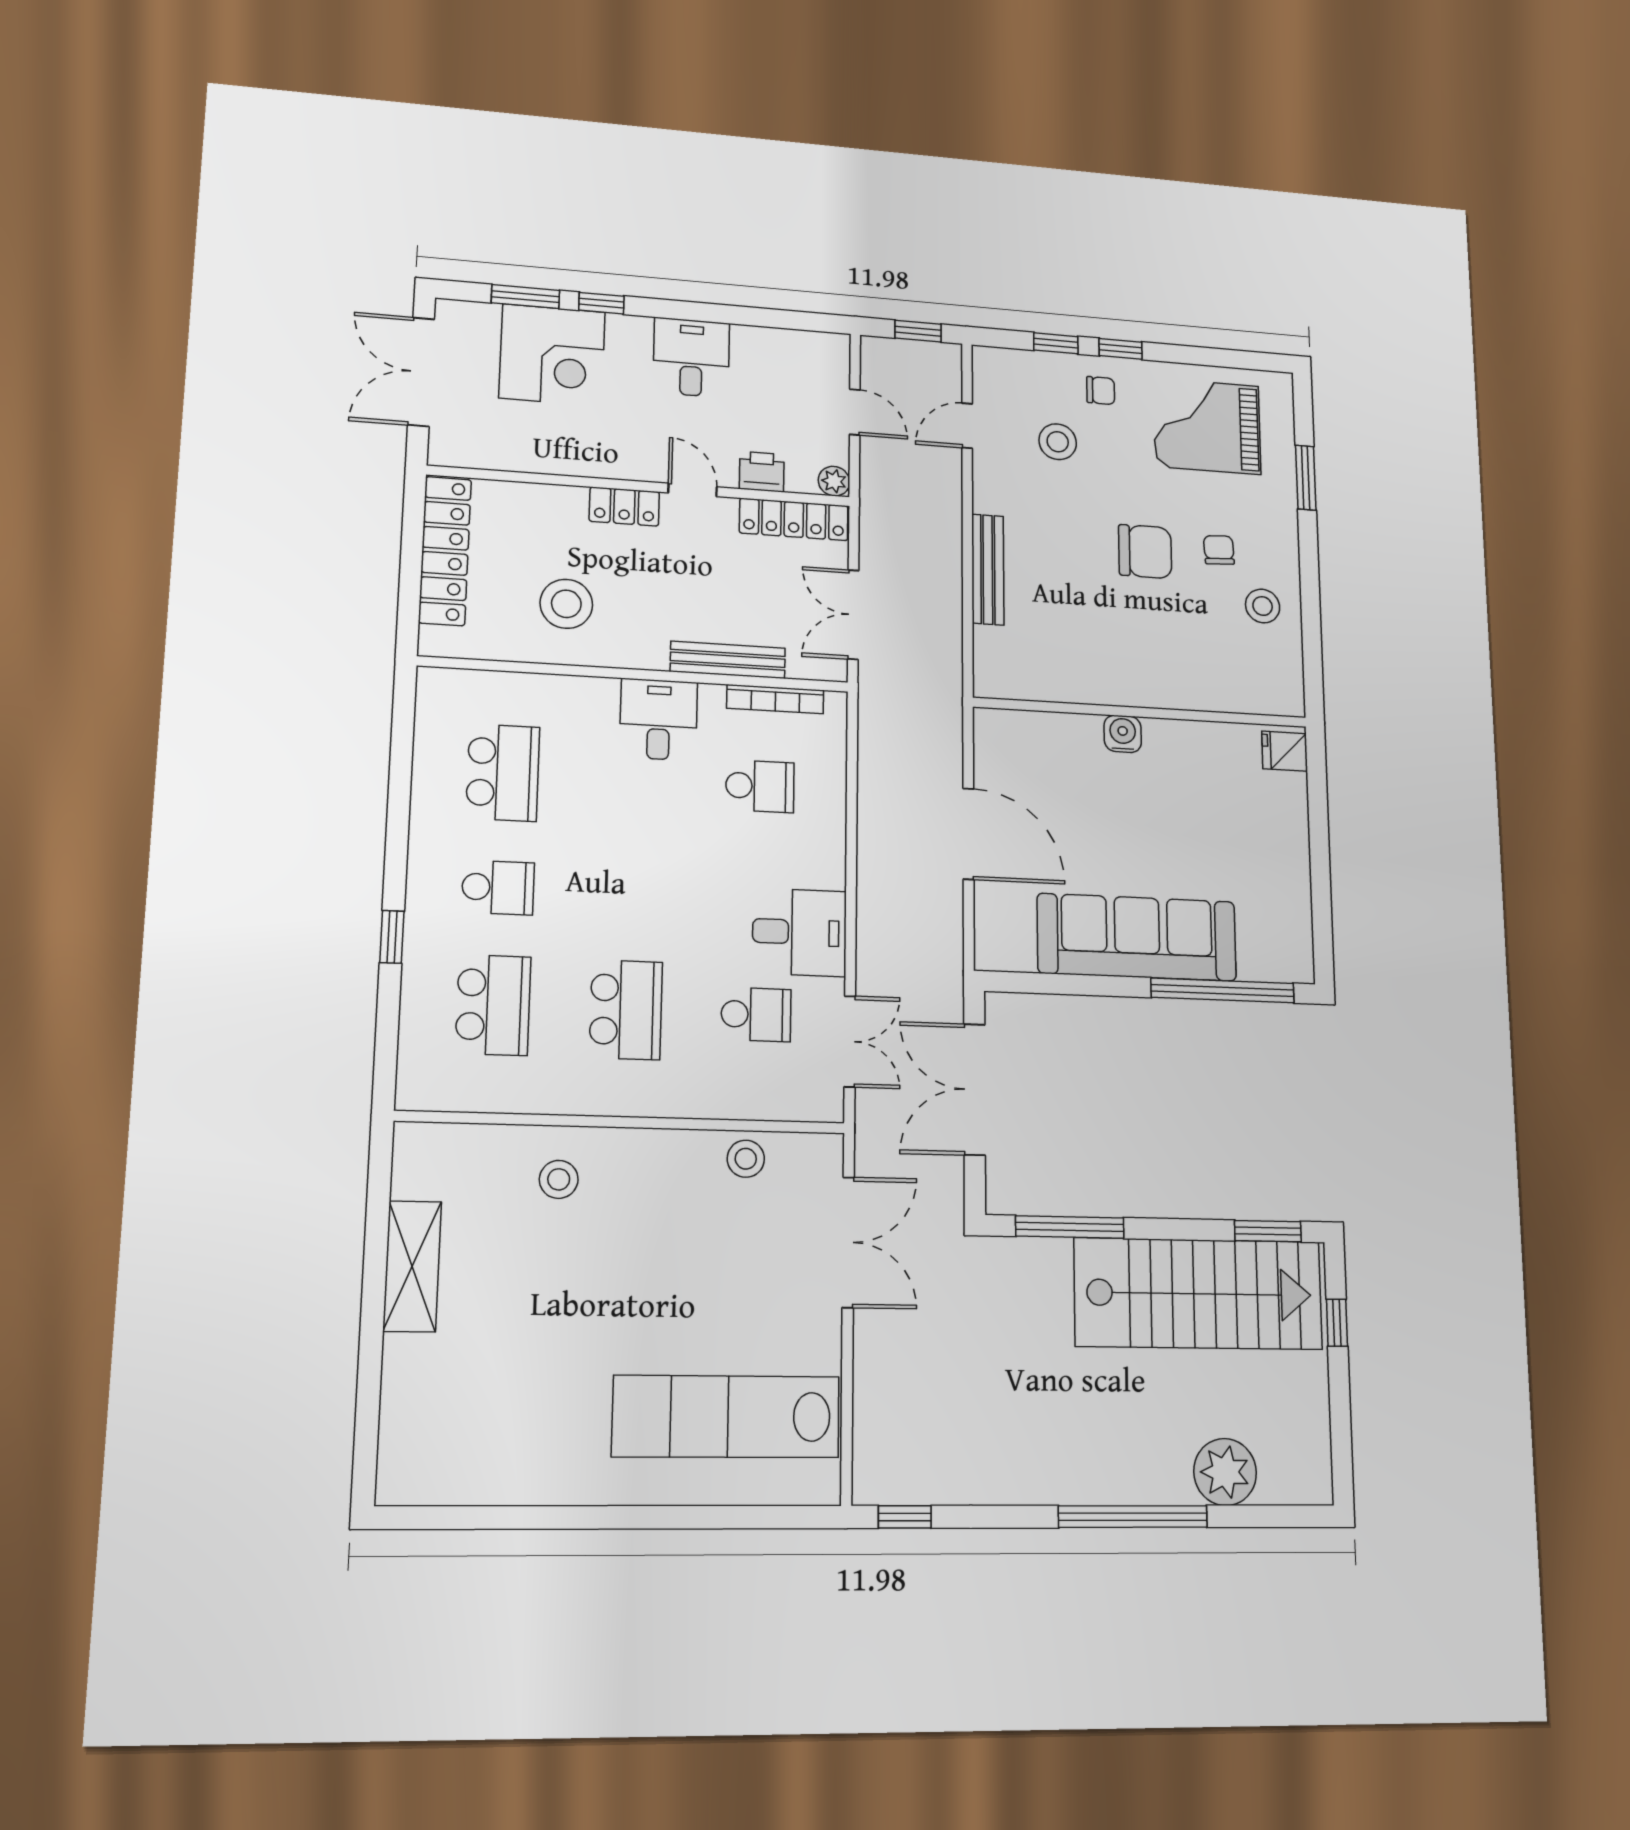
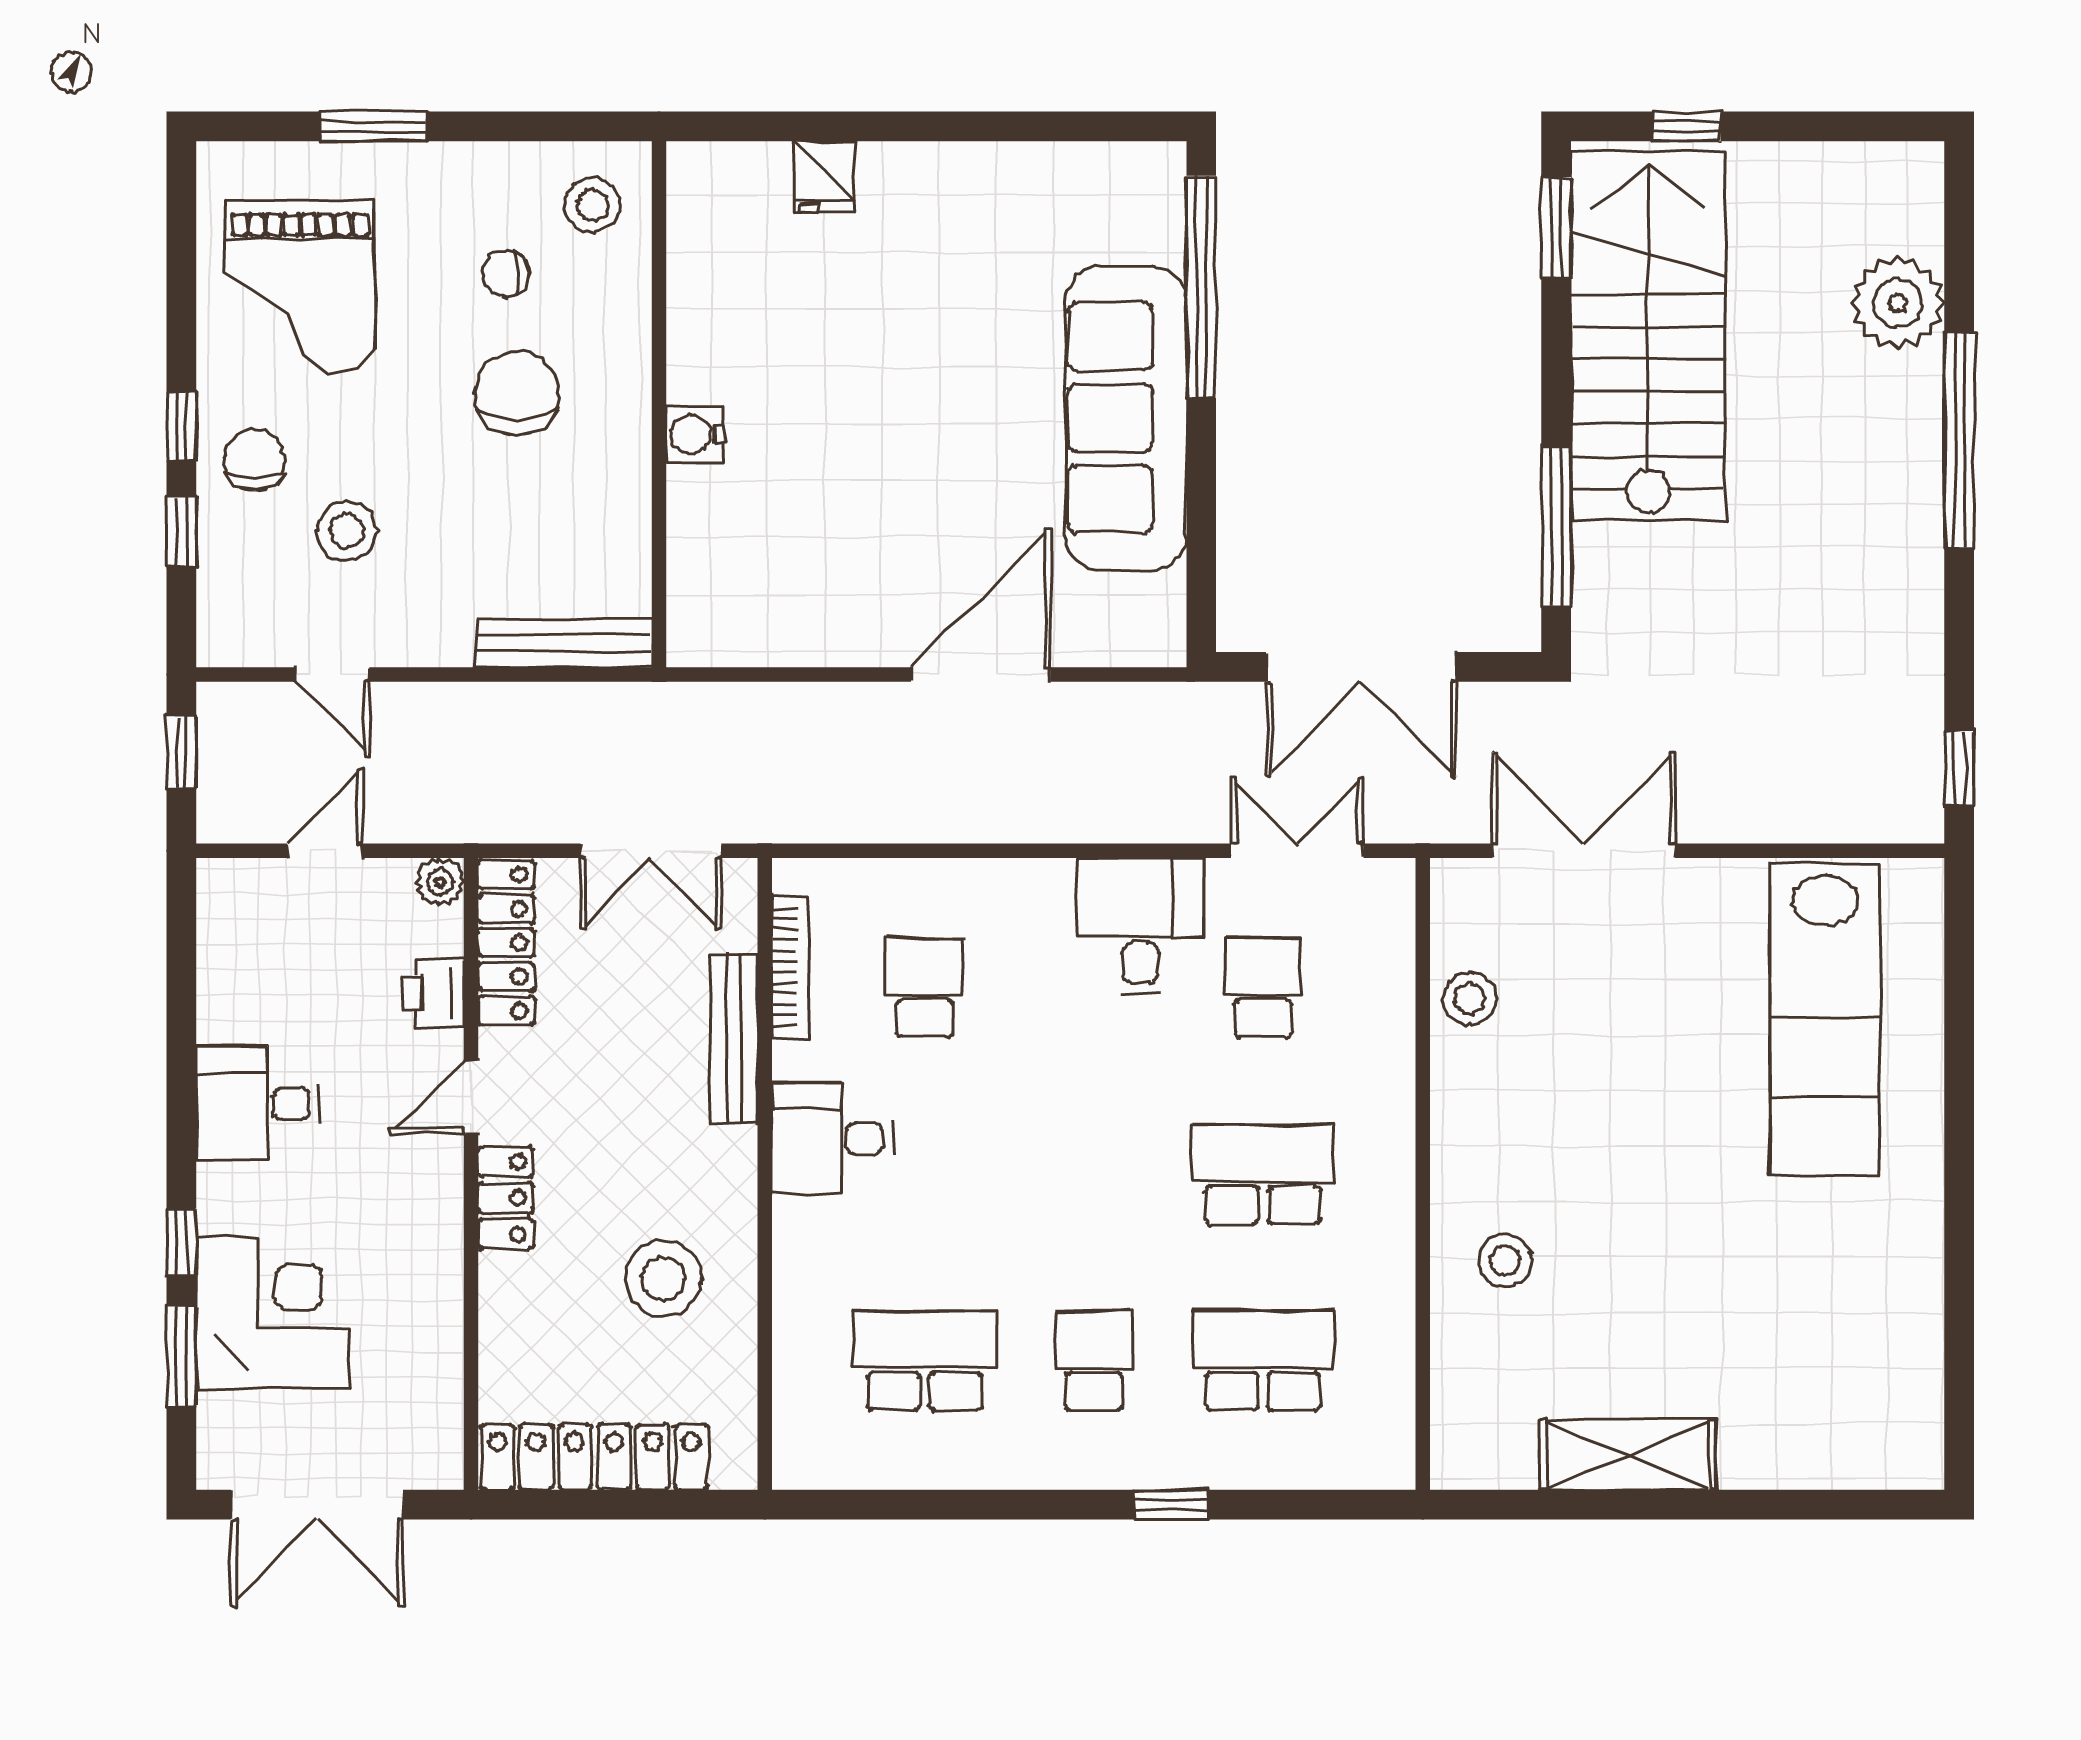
chair: (1101, 390) -> (255, 460), width x1.37, depth x1.37
wall: (1141, 712) -> (659, 404), moved
water cooler: (1123, 734) -> (695, 434), moved

